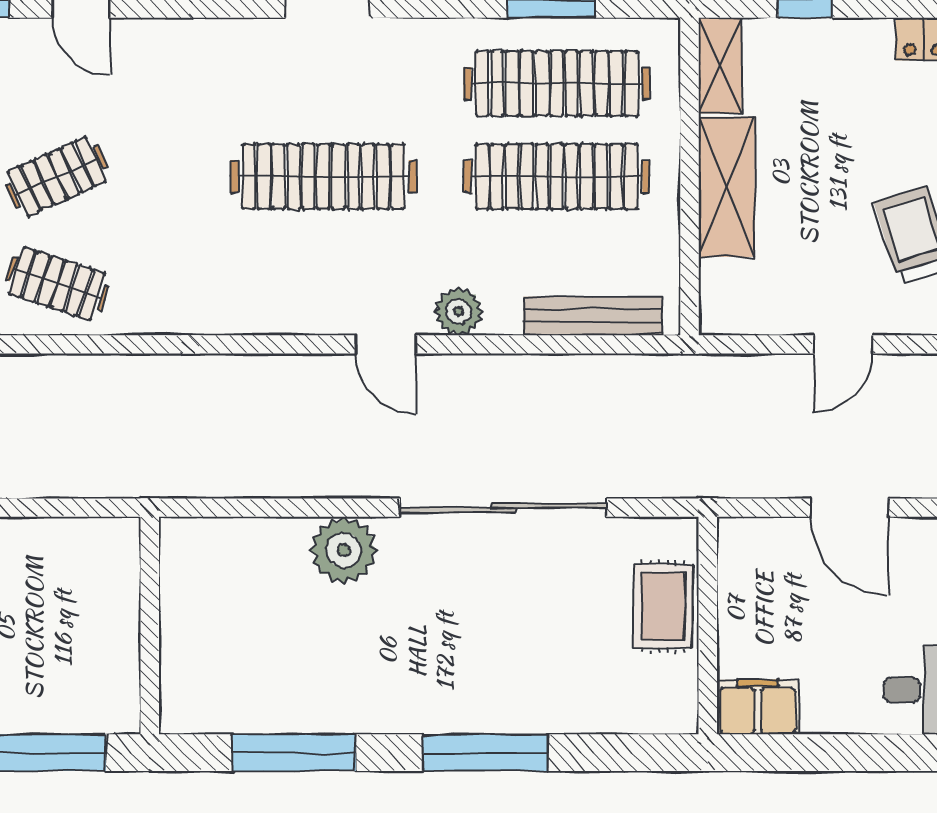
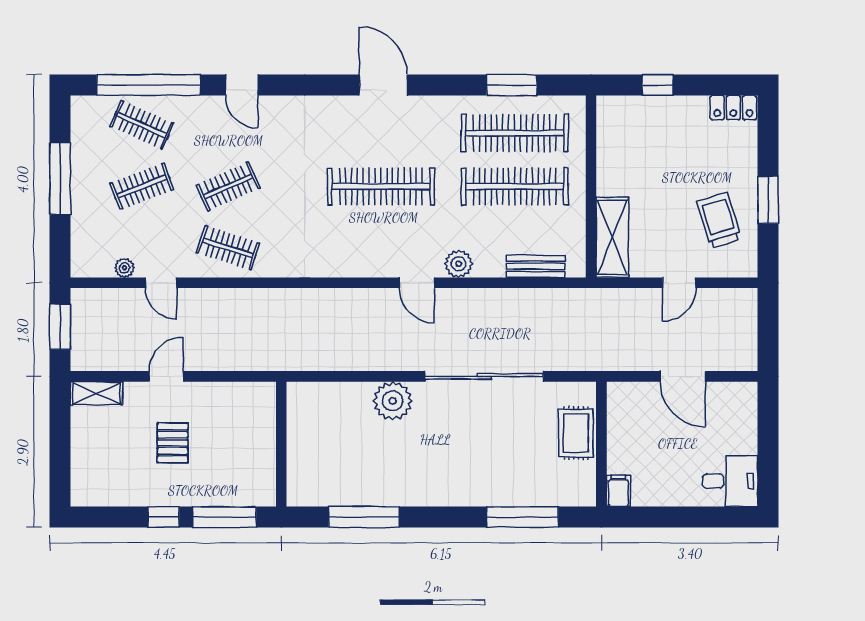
shelving: (720, 66) -> (609, 123), removed
shelving: (727, 187) -> (612, 237), moved
bench: (593, 316) -> (536, 266), width x0.73
filing cabinet: (758, 707) -> (618, 491), width x0.50
window: (485, 753) -> (522, 517), moved

